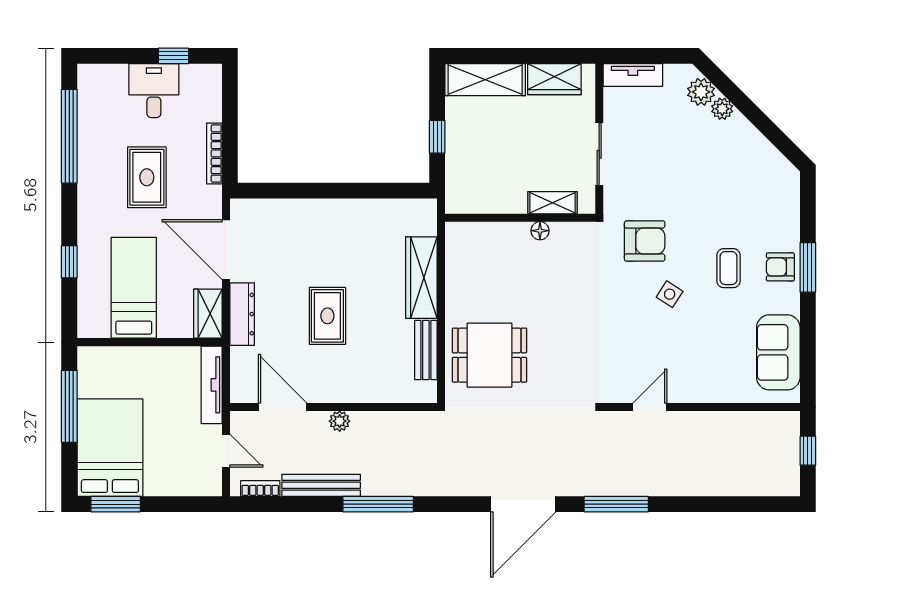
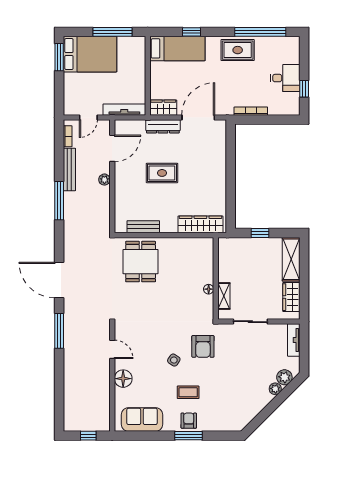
rug: (147, 177) -> (238, 50), moved
wardrobe: (421, 278) -> (200, 224), moved
bed: (134, 288) -> (177, 48), moved
floor lamp: (703, 387) -> (123, 379), added

